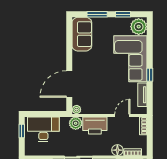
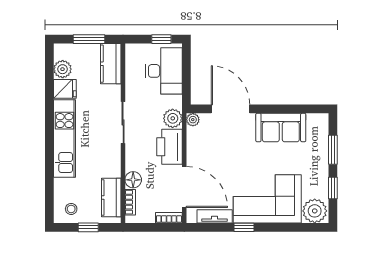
sofa: (82, 34) -> (281, 128), moved
door: (122, 115) -> (184, 187), width x1.88

